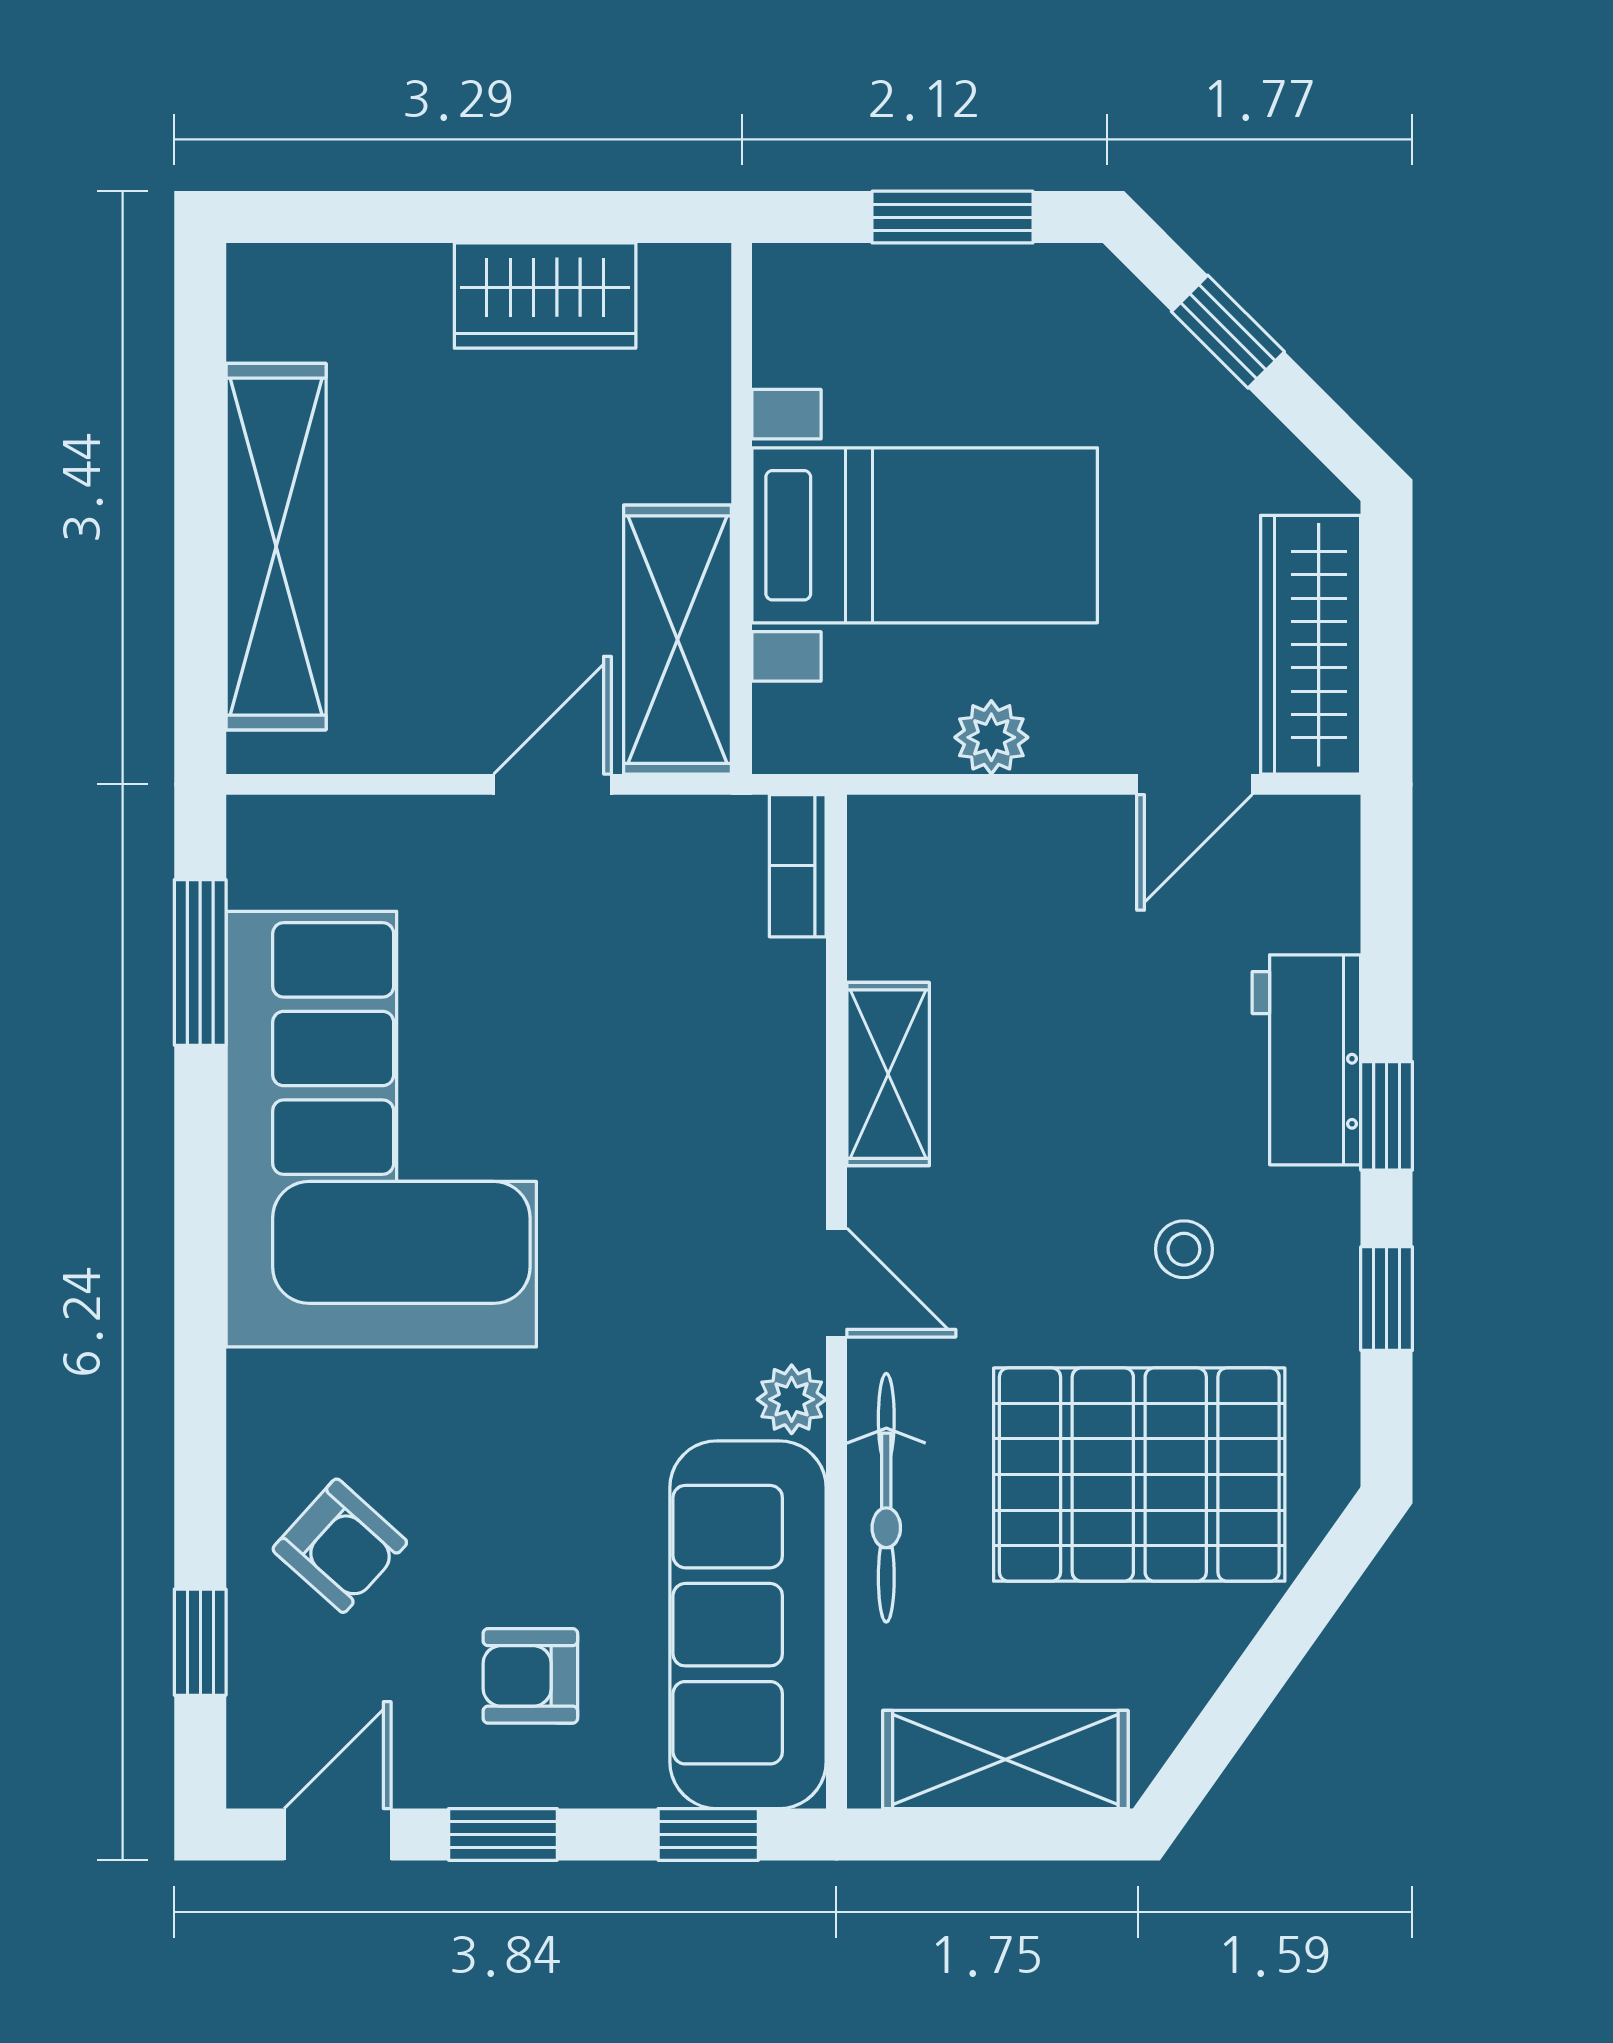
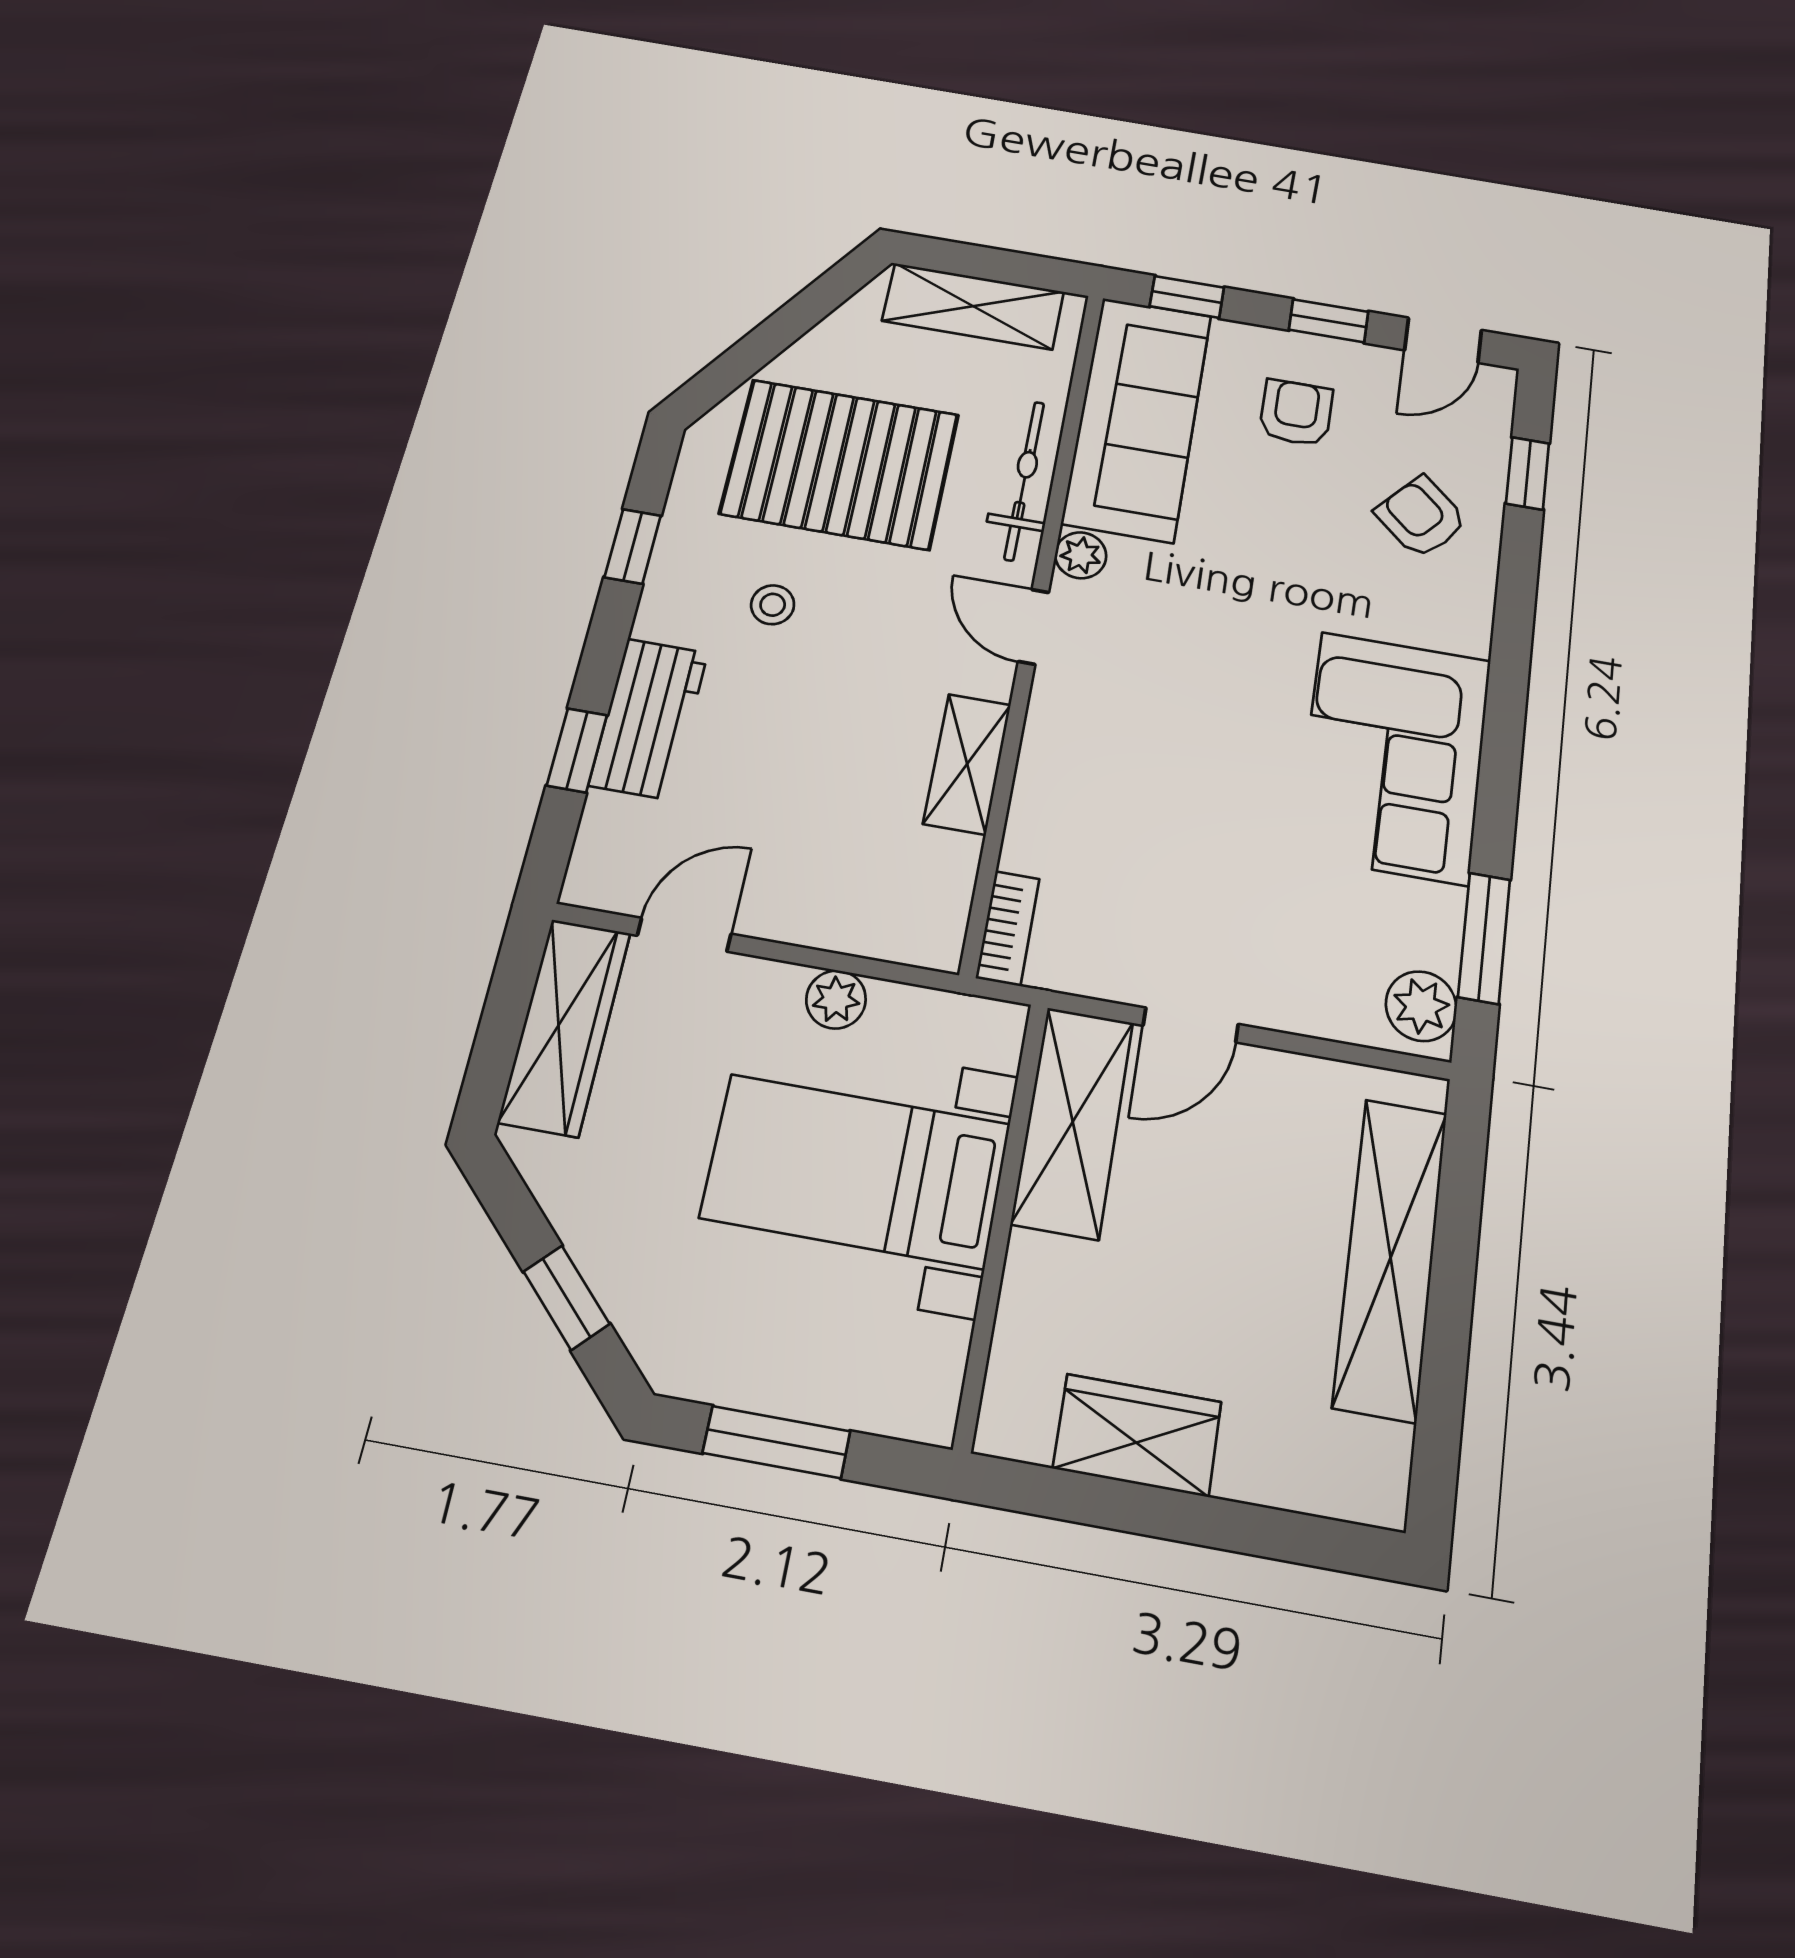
plant: (271, 860) -> (1421, 1006), added
window: (1387, 1116) -> (577, 750), moved
corner sofa: (381, 1129) -> (1394, 757), width x0.73, depth x0.74
armchair: (530, 1676) -> (1296, 413), turned -90

